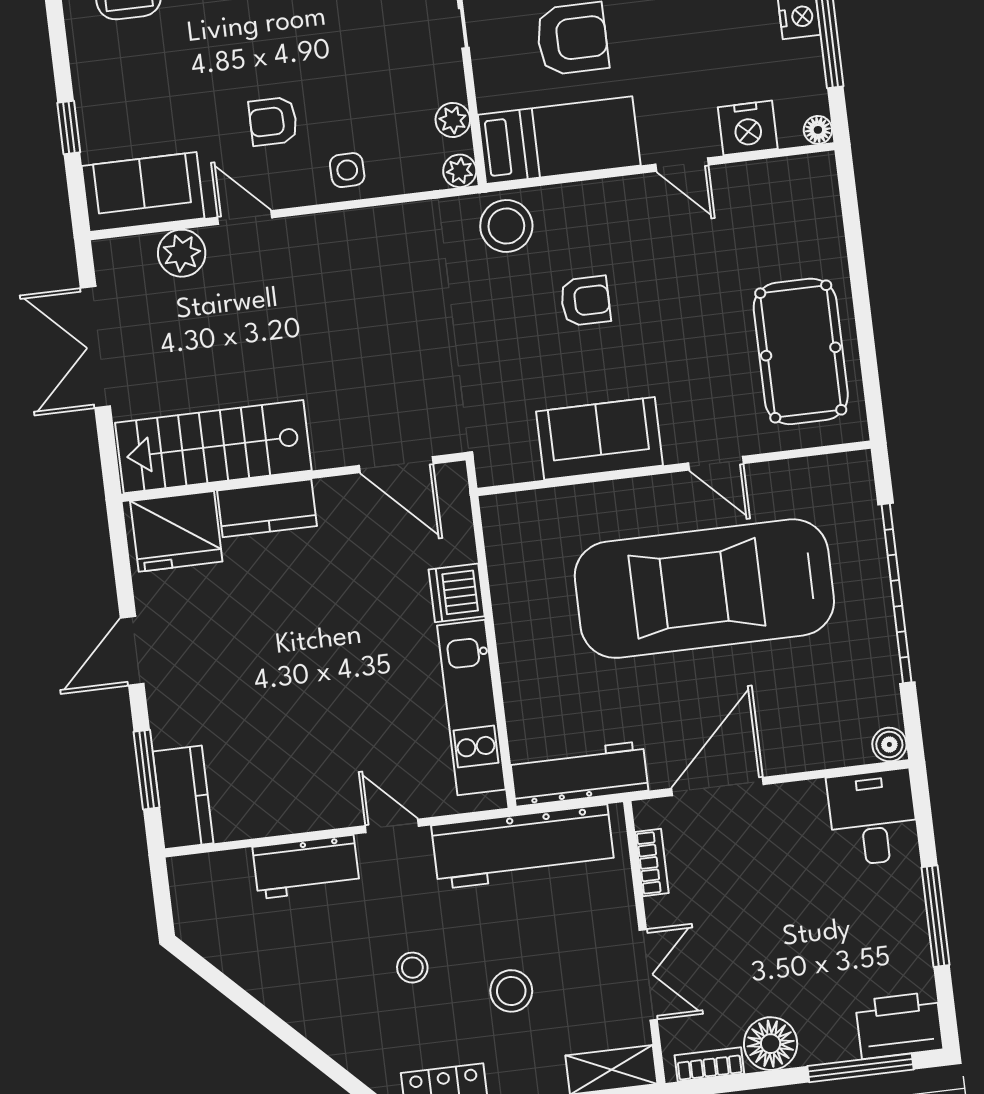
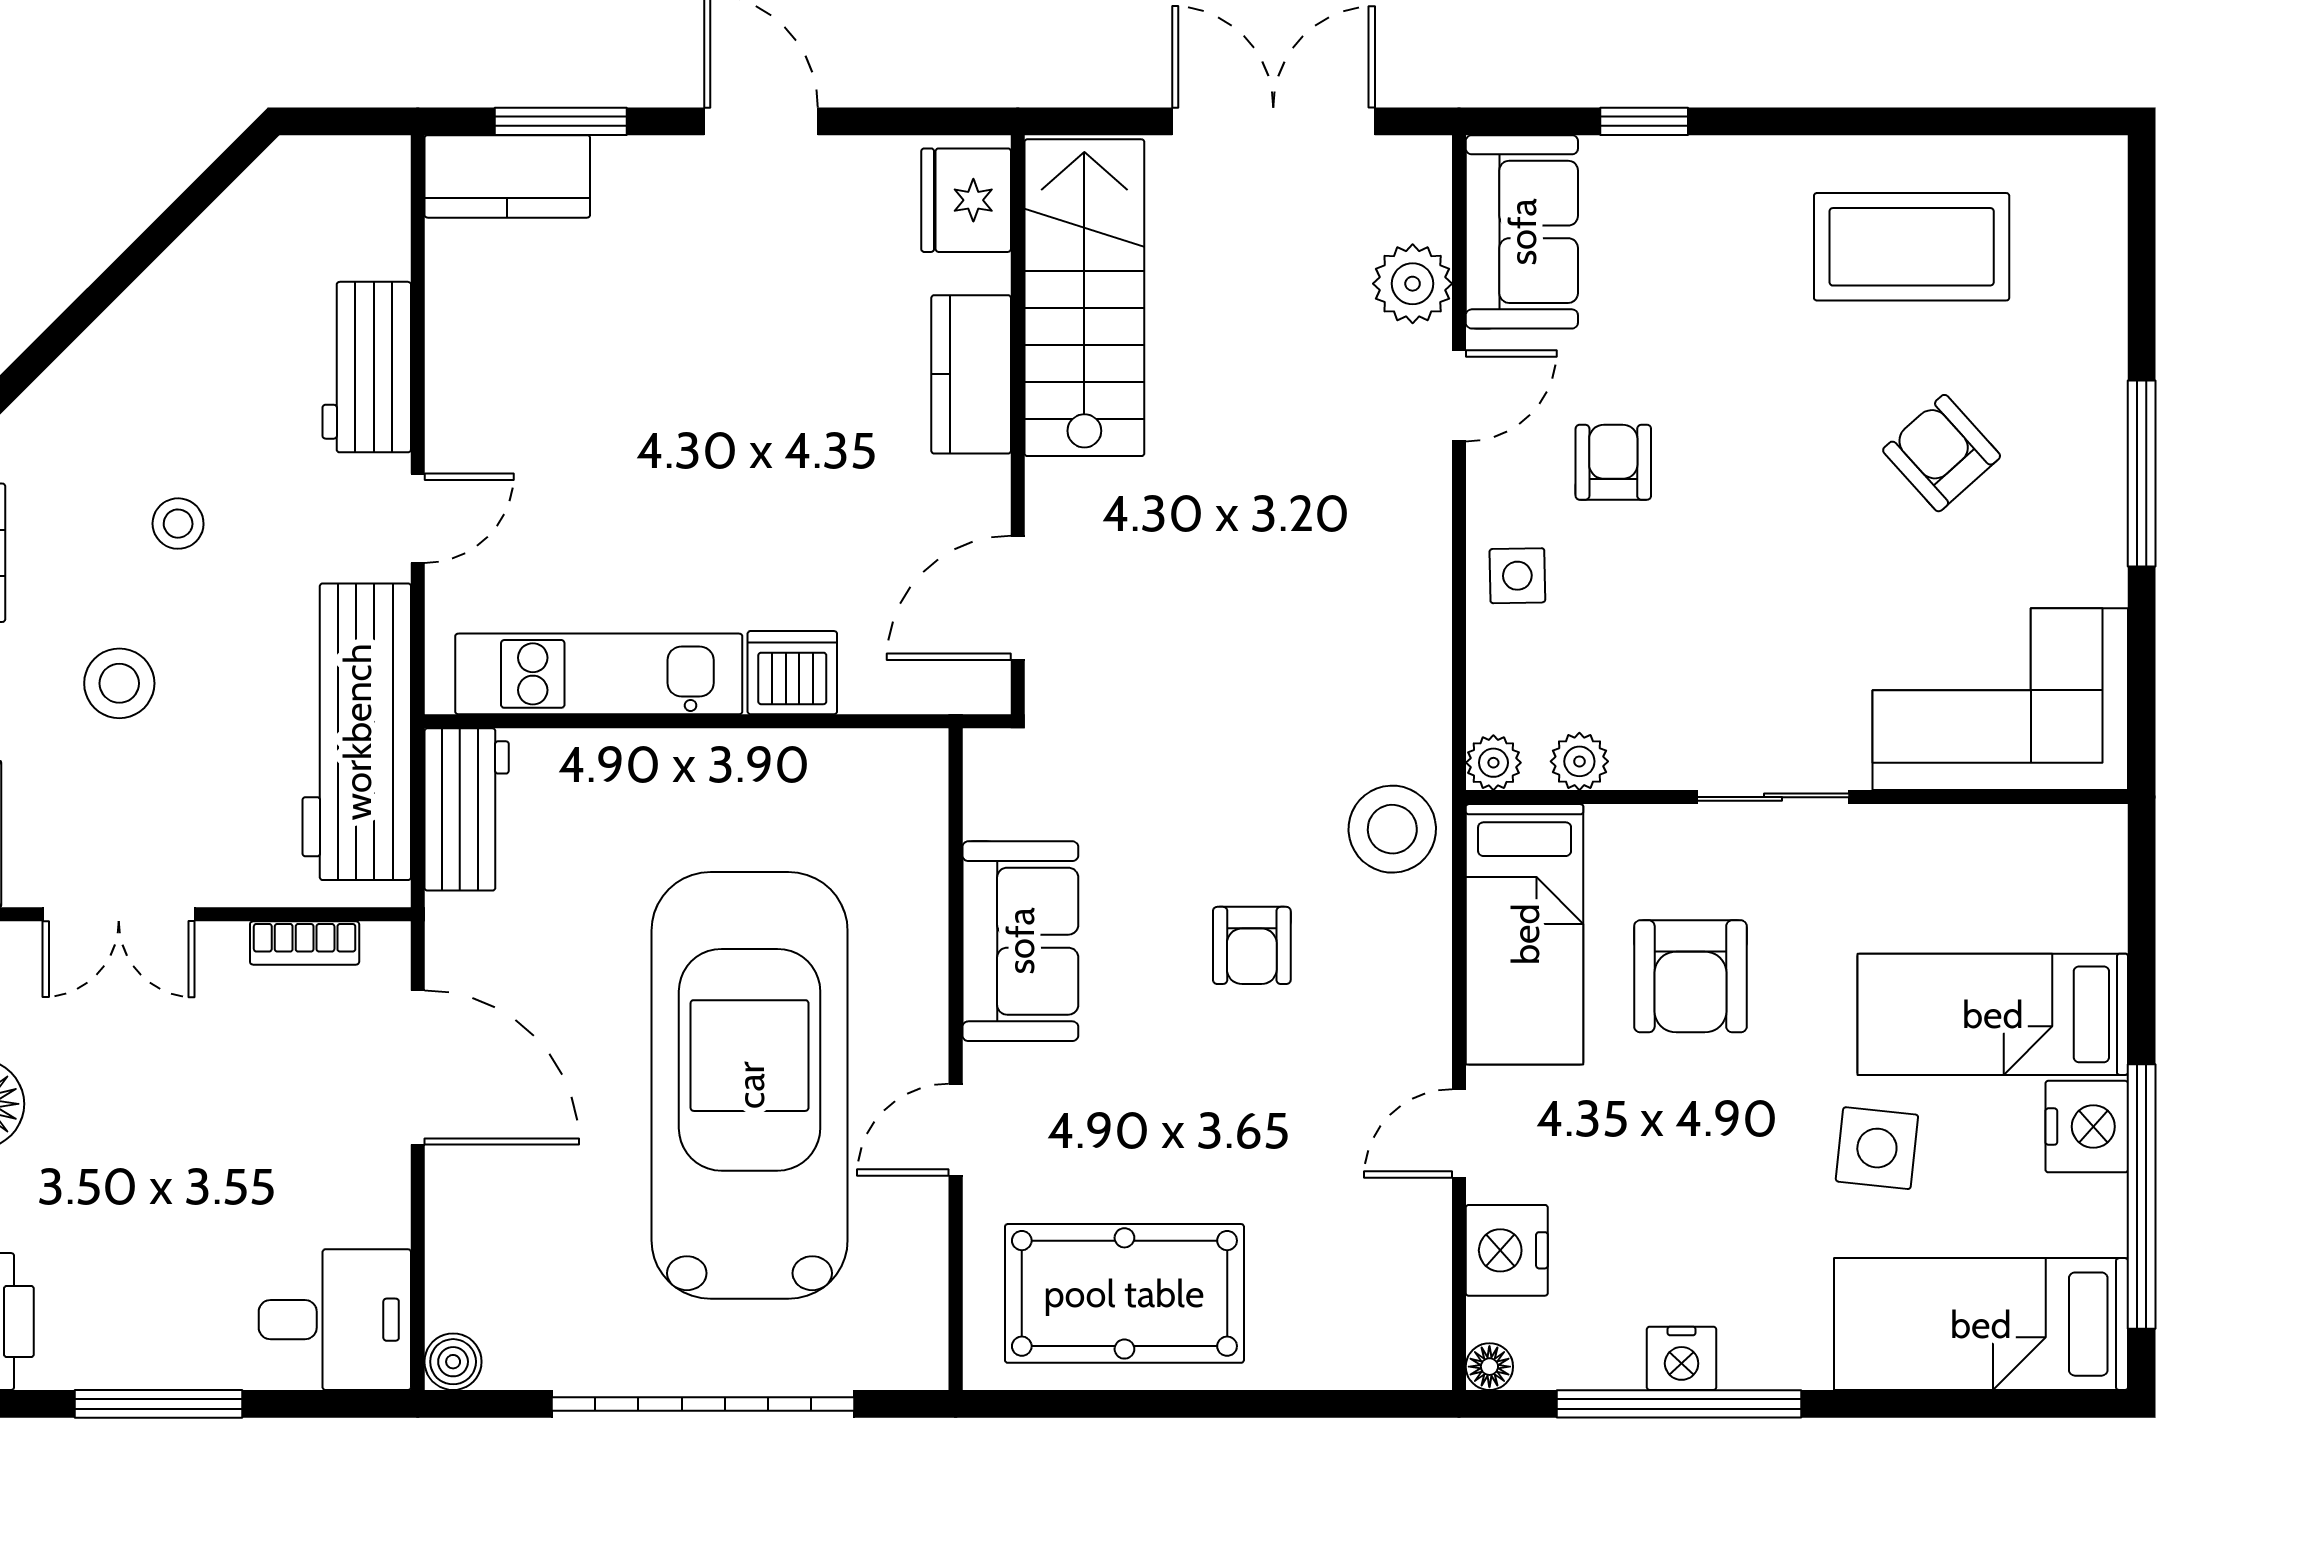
fridge: (176, 531) -> (966, 200), width x0.73, depth x0.75
workbench: (579, 774) -> (467, 809), width x0.73

